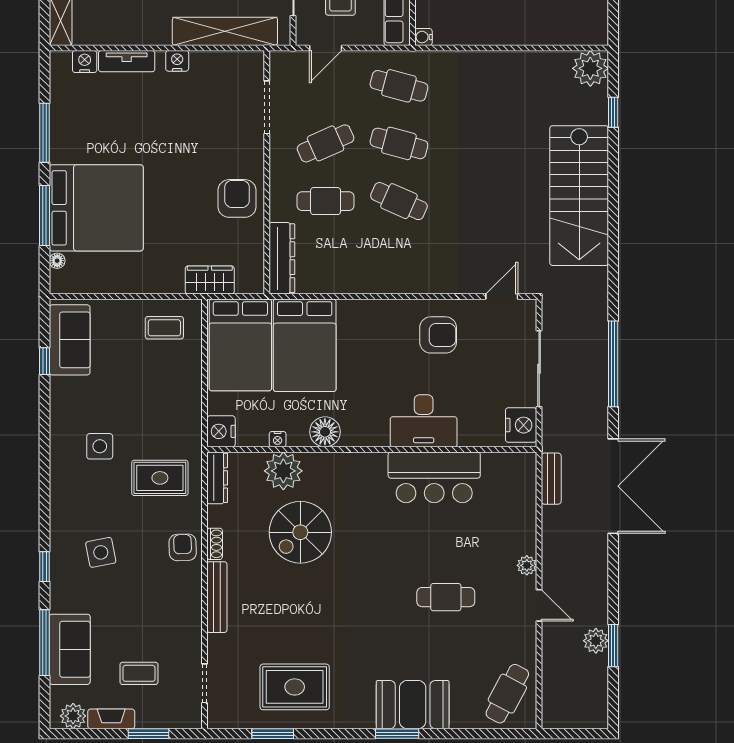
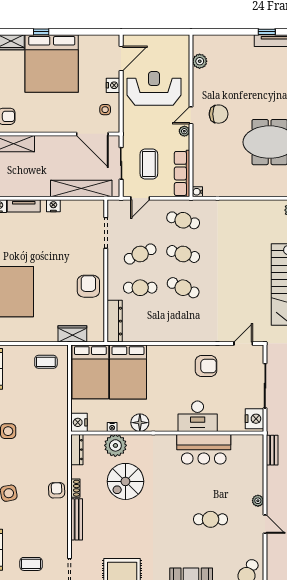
rug: (160, 478) -> (43, 450), removed

